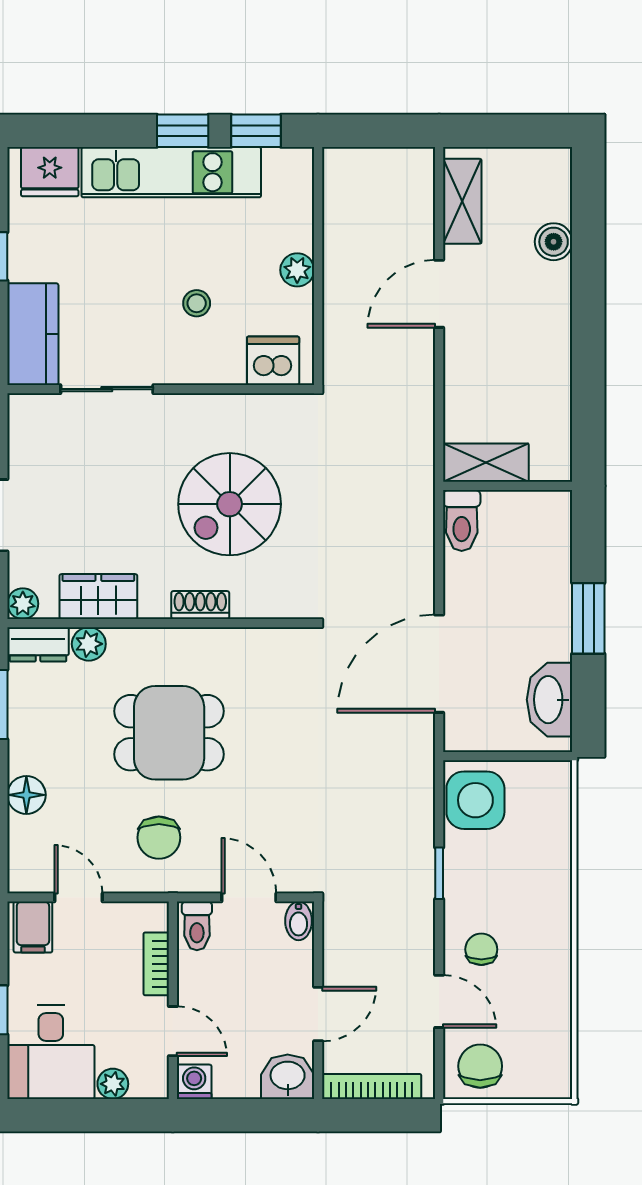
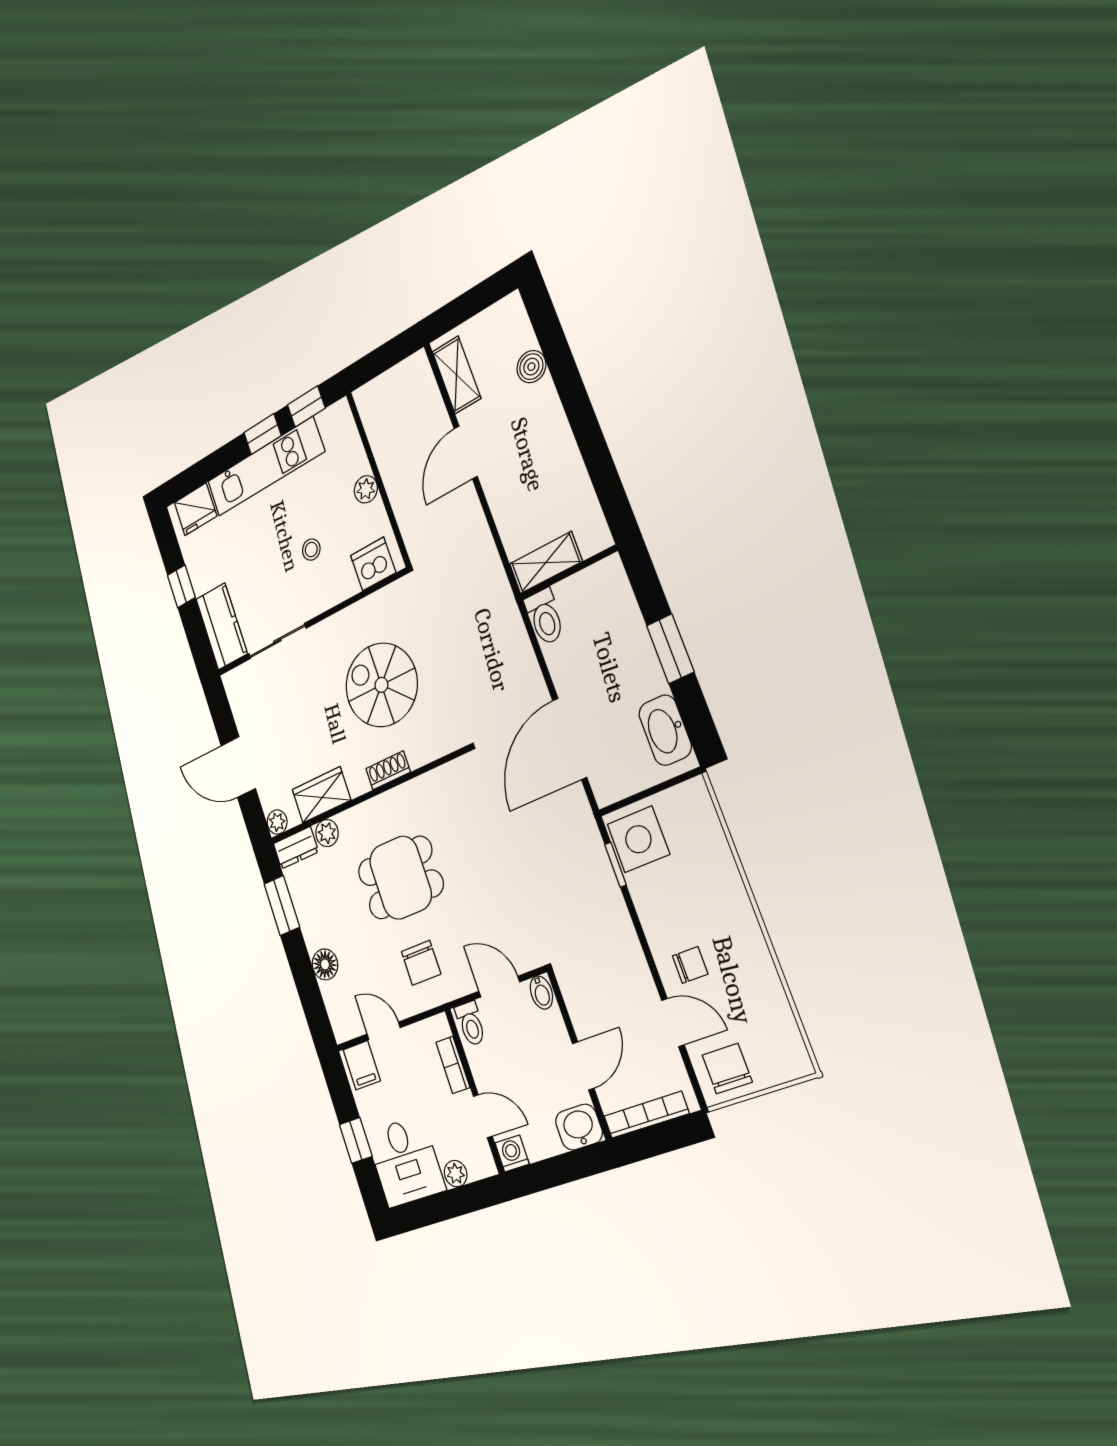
spiral stairs: (230, 504) -> (381, 685), turned 90
window: (439, 873) -> (615, 865), moved
chair: (481, 949) -> (690, 965), turned 90

